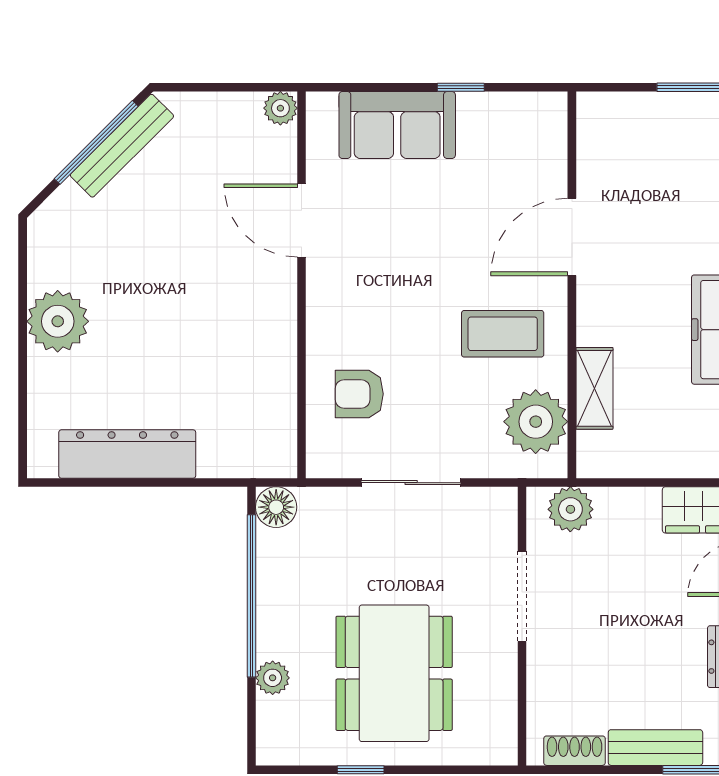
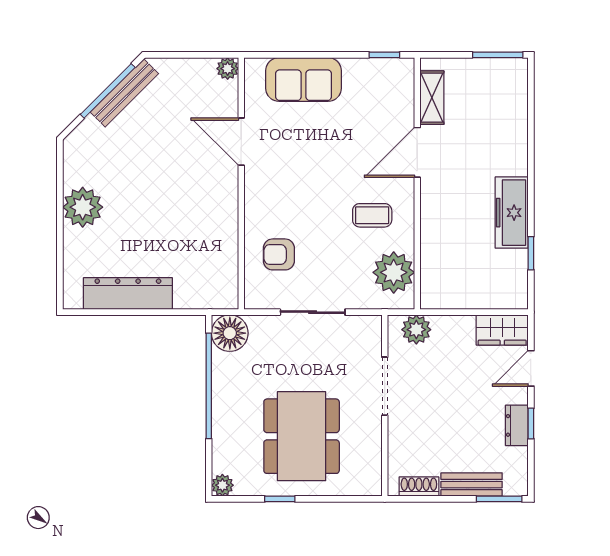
window: (461, 87) -> (384, 55), moved
coffee table: (503, 334) -> (372, 215), width x0.73, depth x0.77
shelving: (595, 388) -> (432, 98), moved
floor lamp: (276, 507) -> (230, 333), width x1.38, depth x1.38
plant: (273, 678) -> (222, 485), moved

